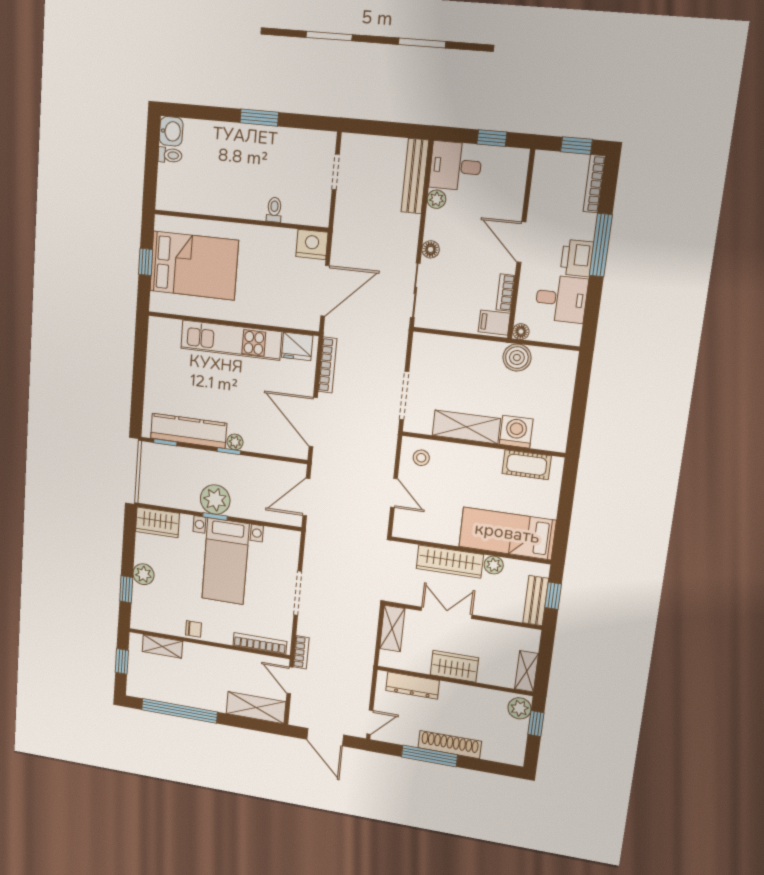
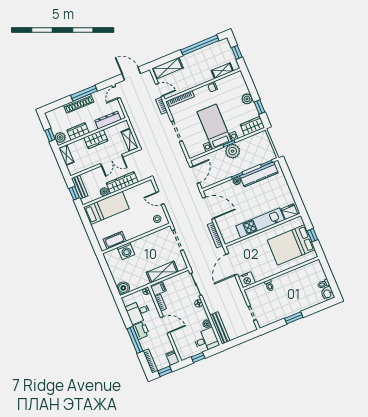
filing cabinet: (544, 165) -> (173, 358), added
fridge: (297, 346) -> (290, 212), moved
boiler: (517, 358) -> (123, 288), moved
shelving: (466, 427) -> (162, 272), moved
window: (126, 589) -> (259, 107), moved
wardrobe: (479, 699) -> (78, 131), added

